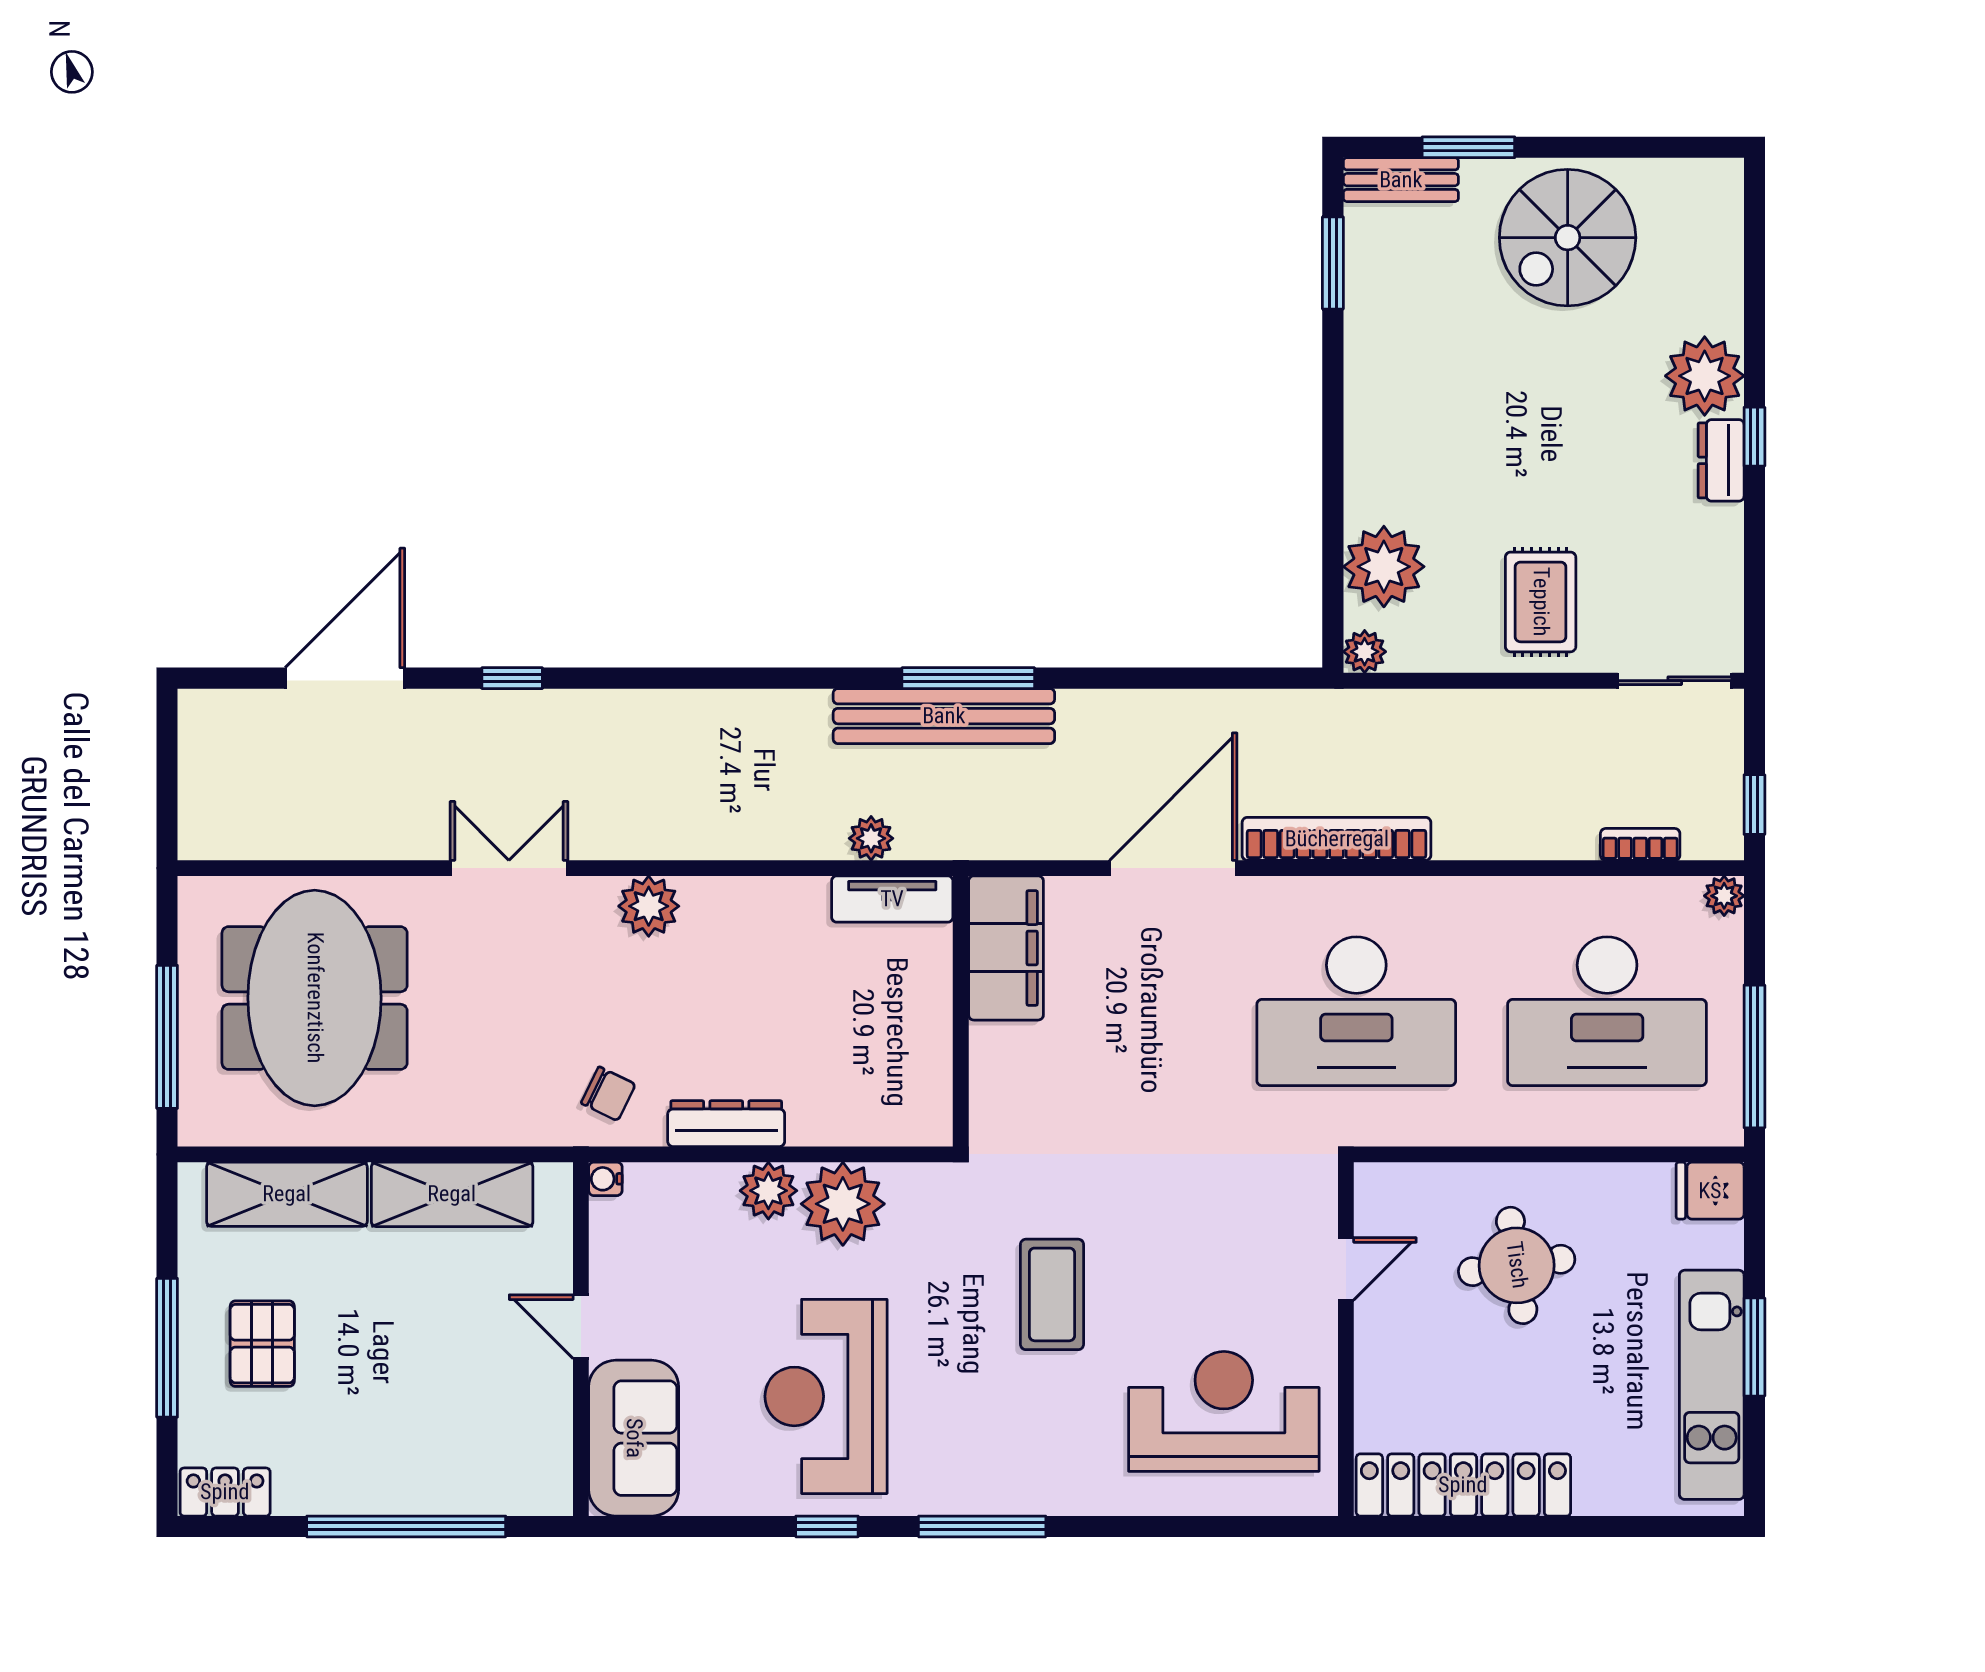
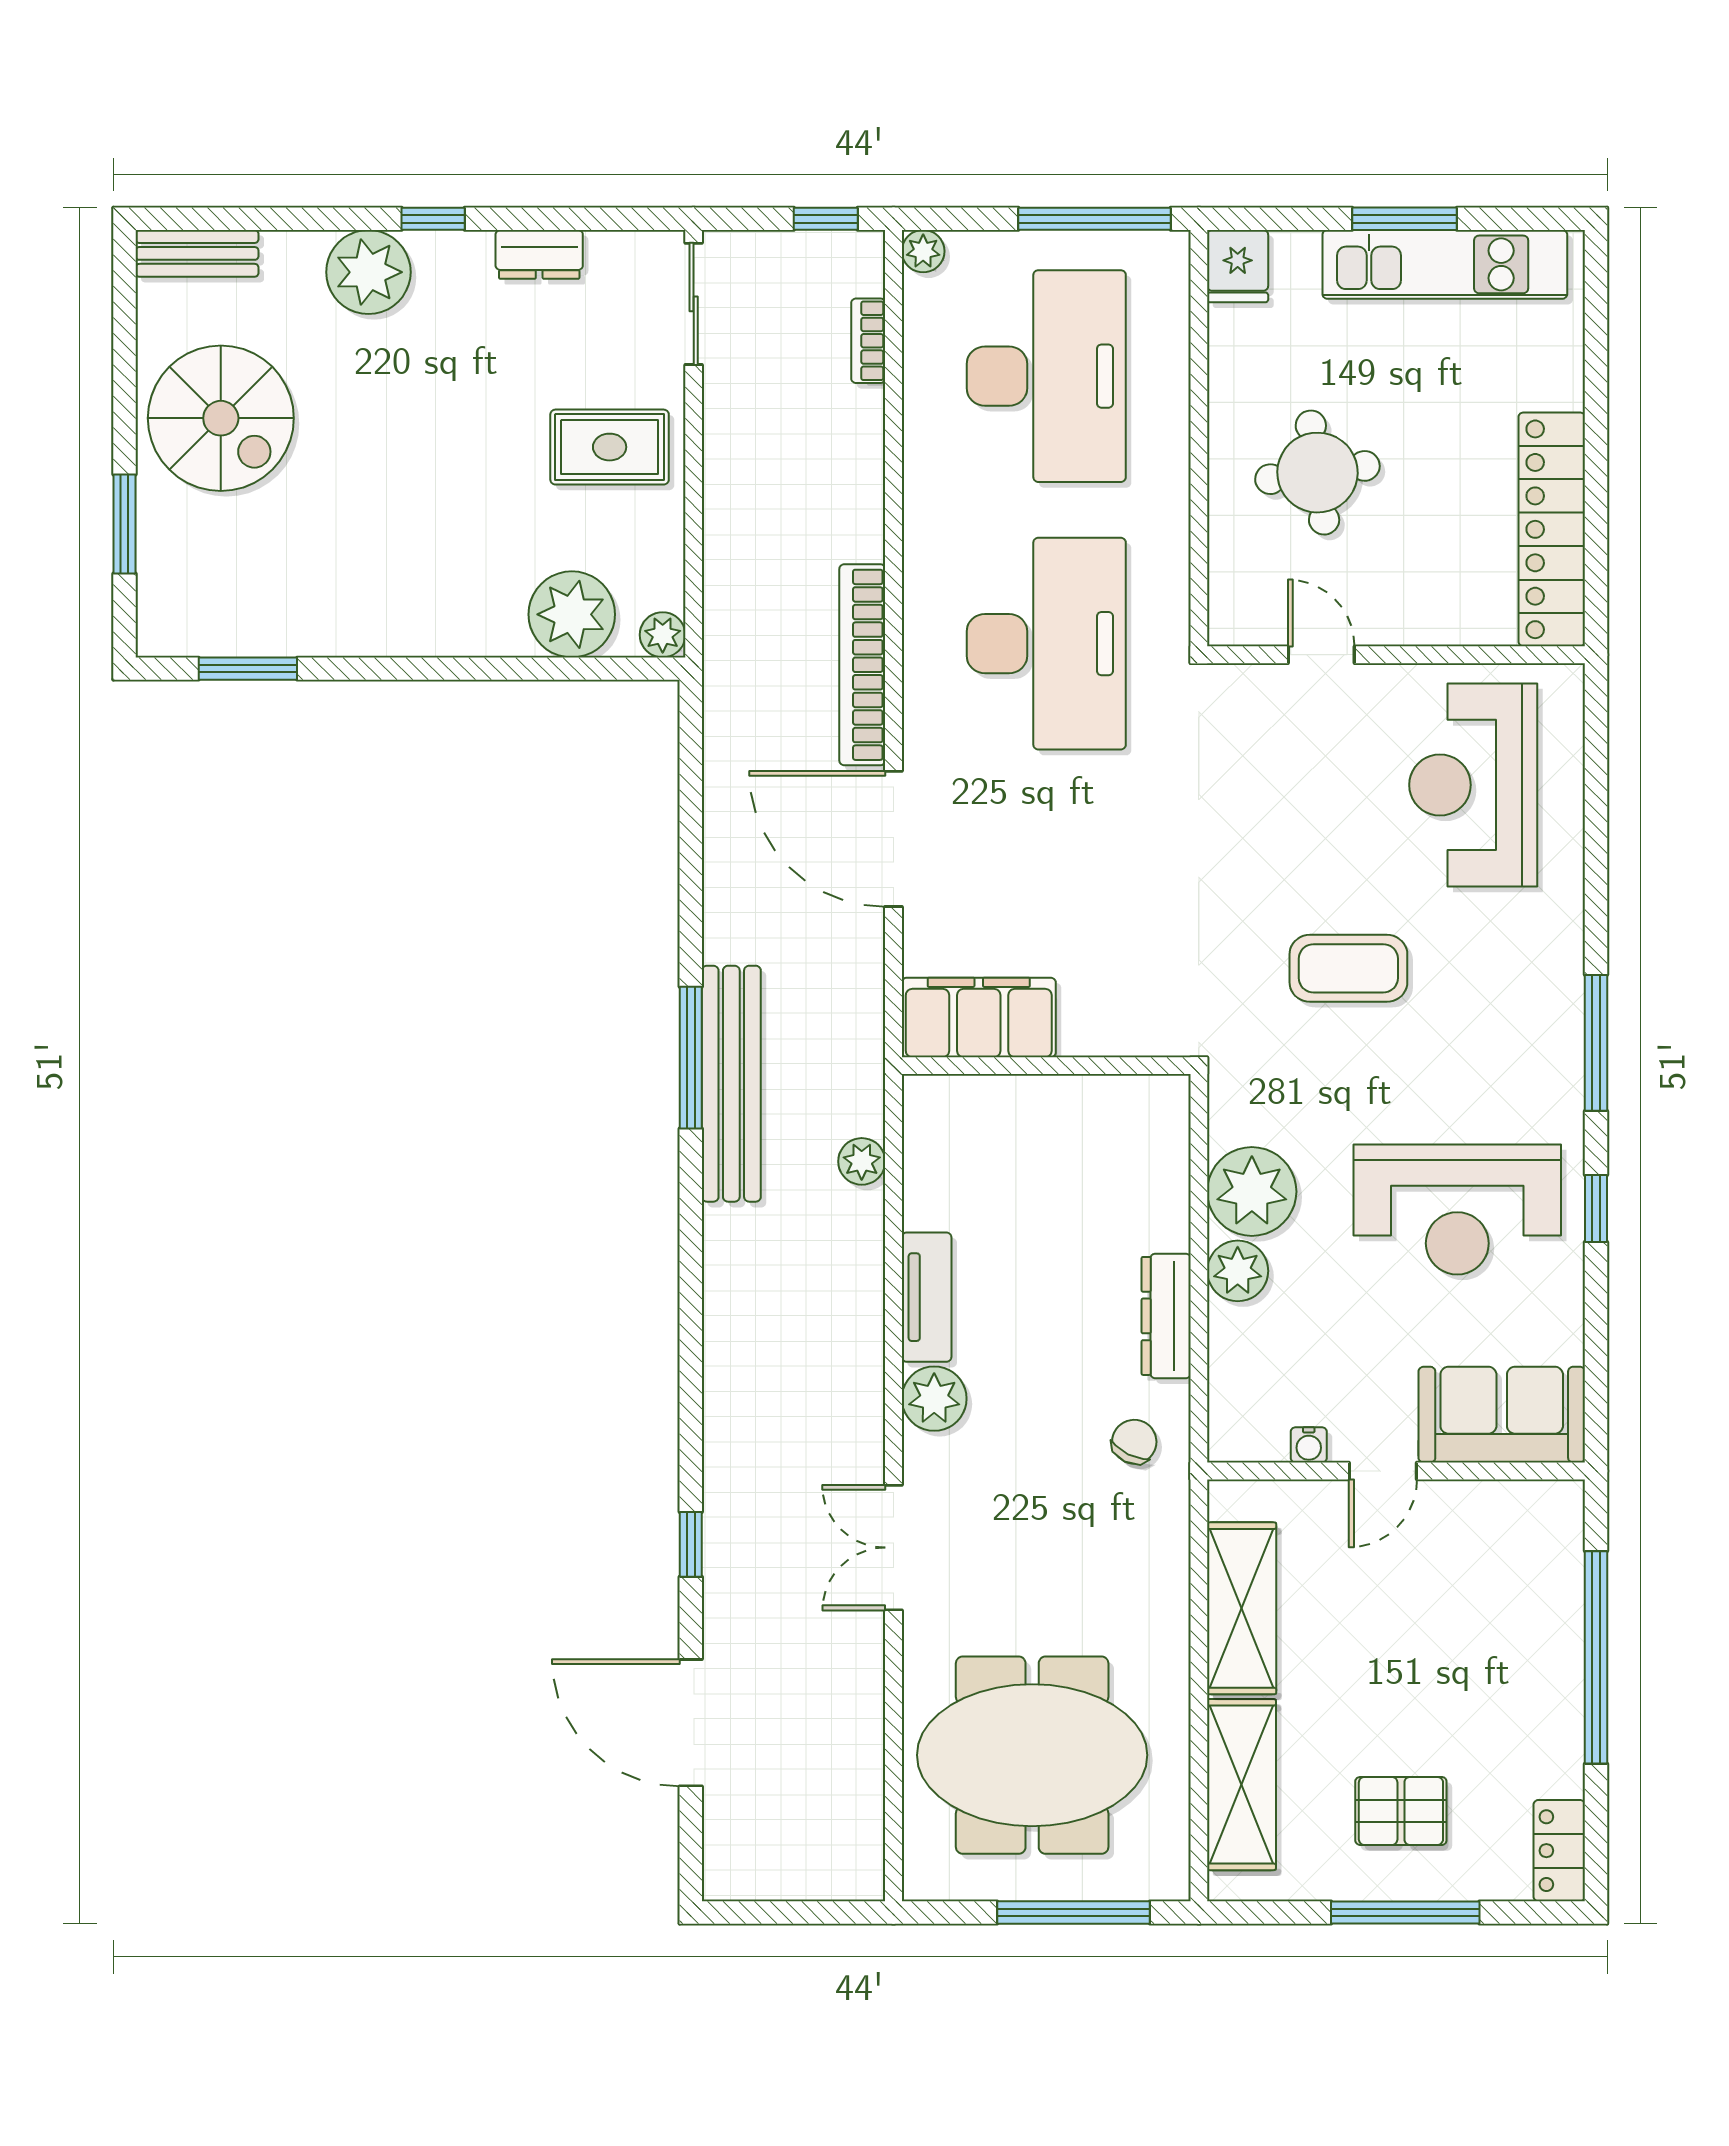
bench: (1401, 180) -> (197, 253), moved, turned 90
dresser: (1721, 460) -> (539, 254), moved
tv unit: (892, 899) -> (927, 1297), moved
water cooler: (605, 1179) -> (1309, 1445), moved

